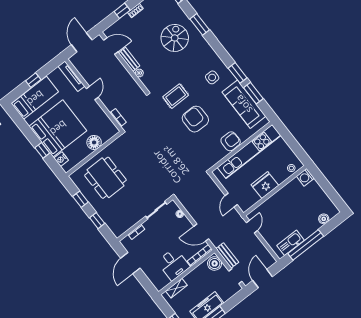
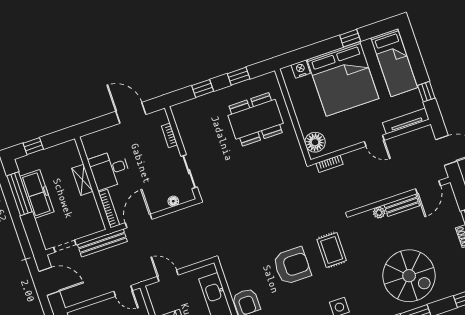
spiral stairs: (175, 38) -> (409, 276), width x1.37, depth x1.37
window: (33, 80) -> (426, 92), moved
floor lamp: (94, 142) -> (315, 142), moved
window: (42, 150) -> (350, 38), moved
bench: (227, 255) -> (102, 243), width x1.36
boiler: (215, 263) -> (91, 224), removed
shelving: (176, 288) -> (82, 180), moved

